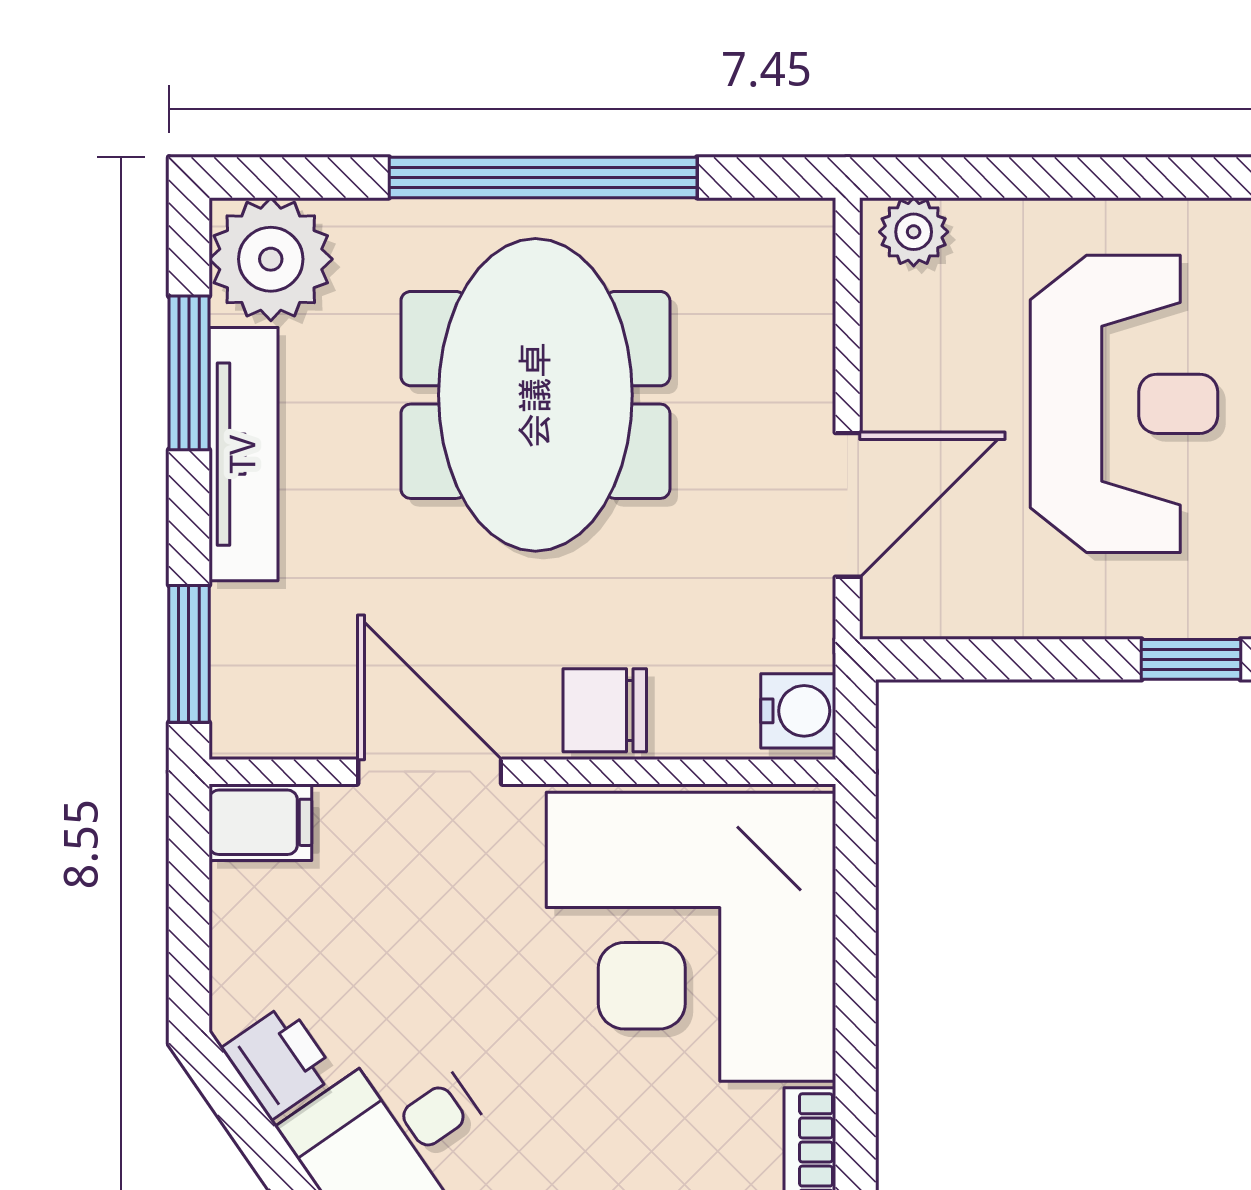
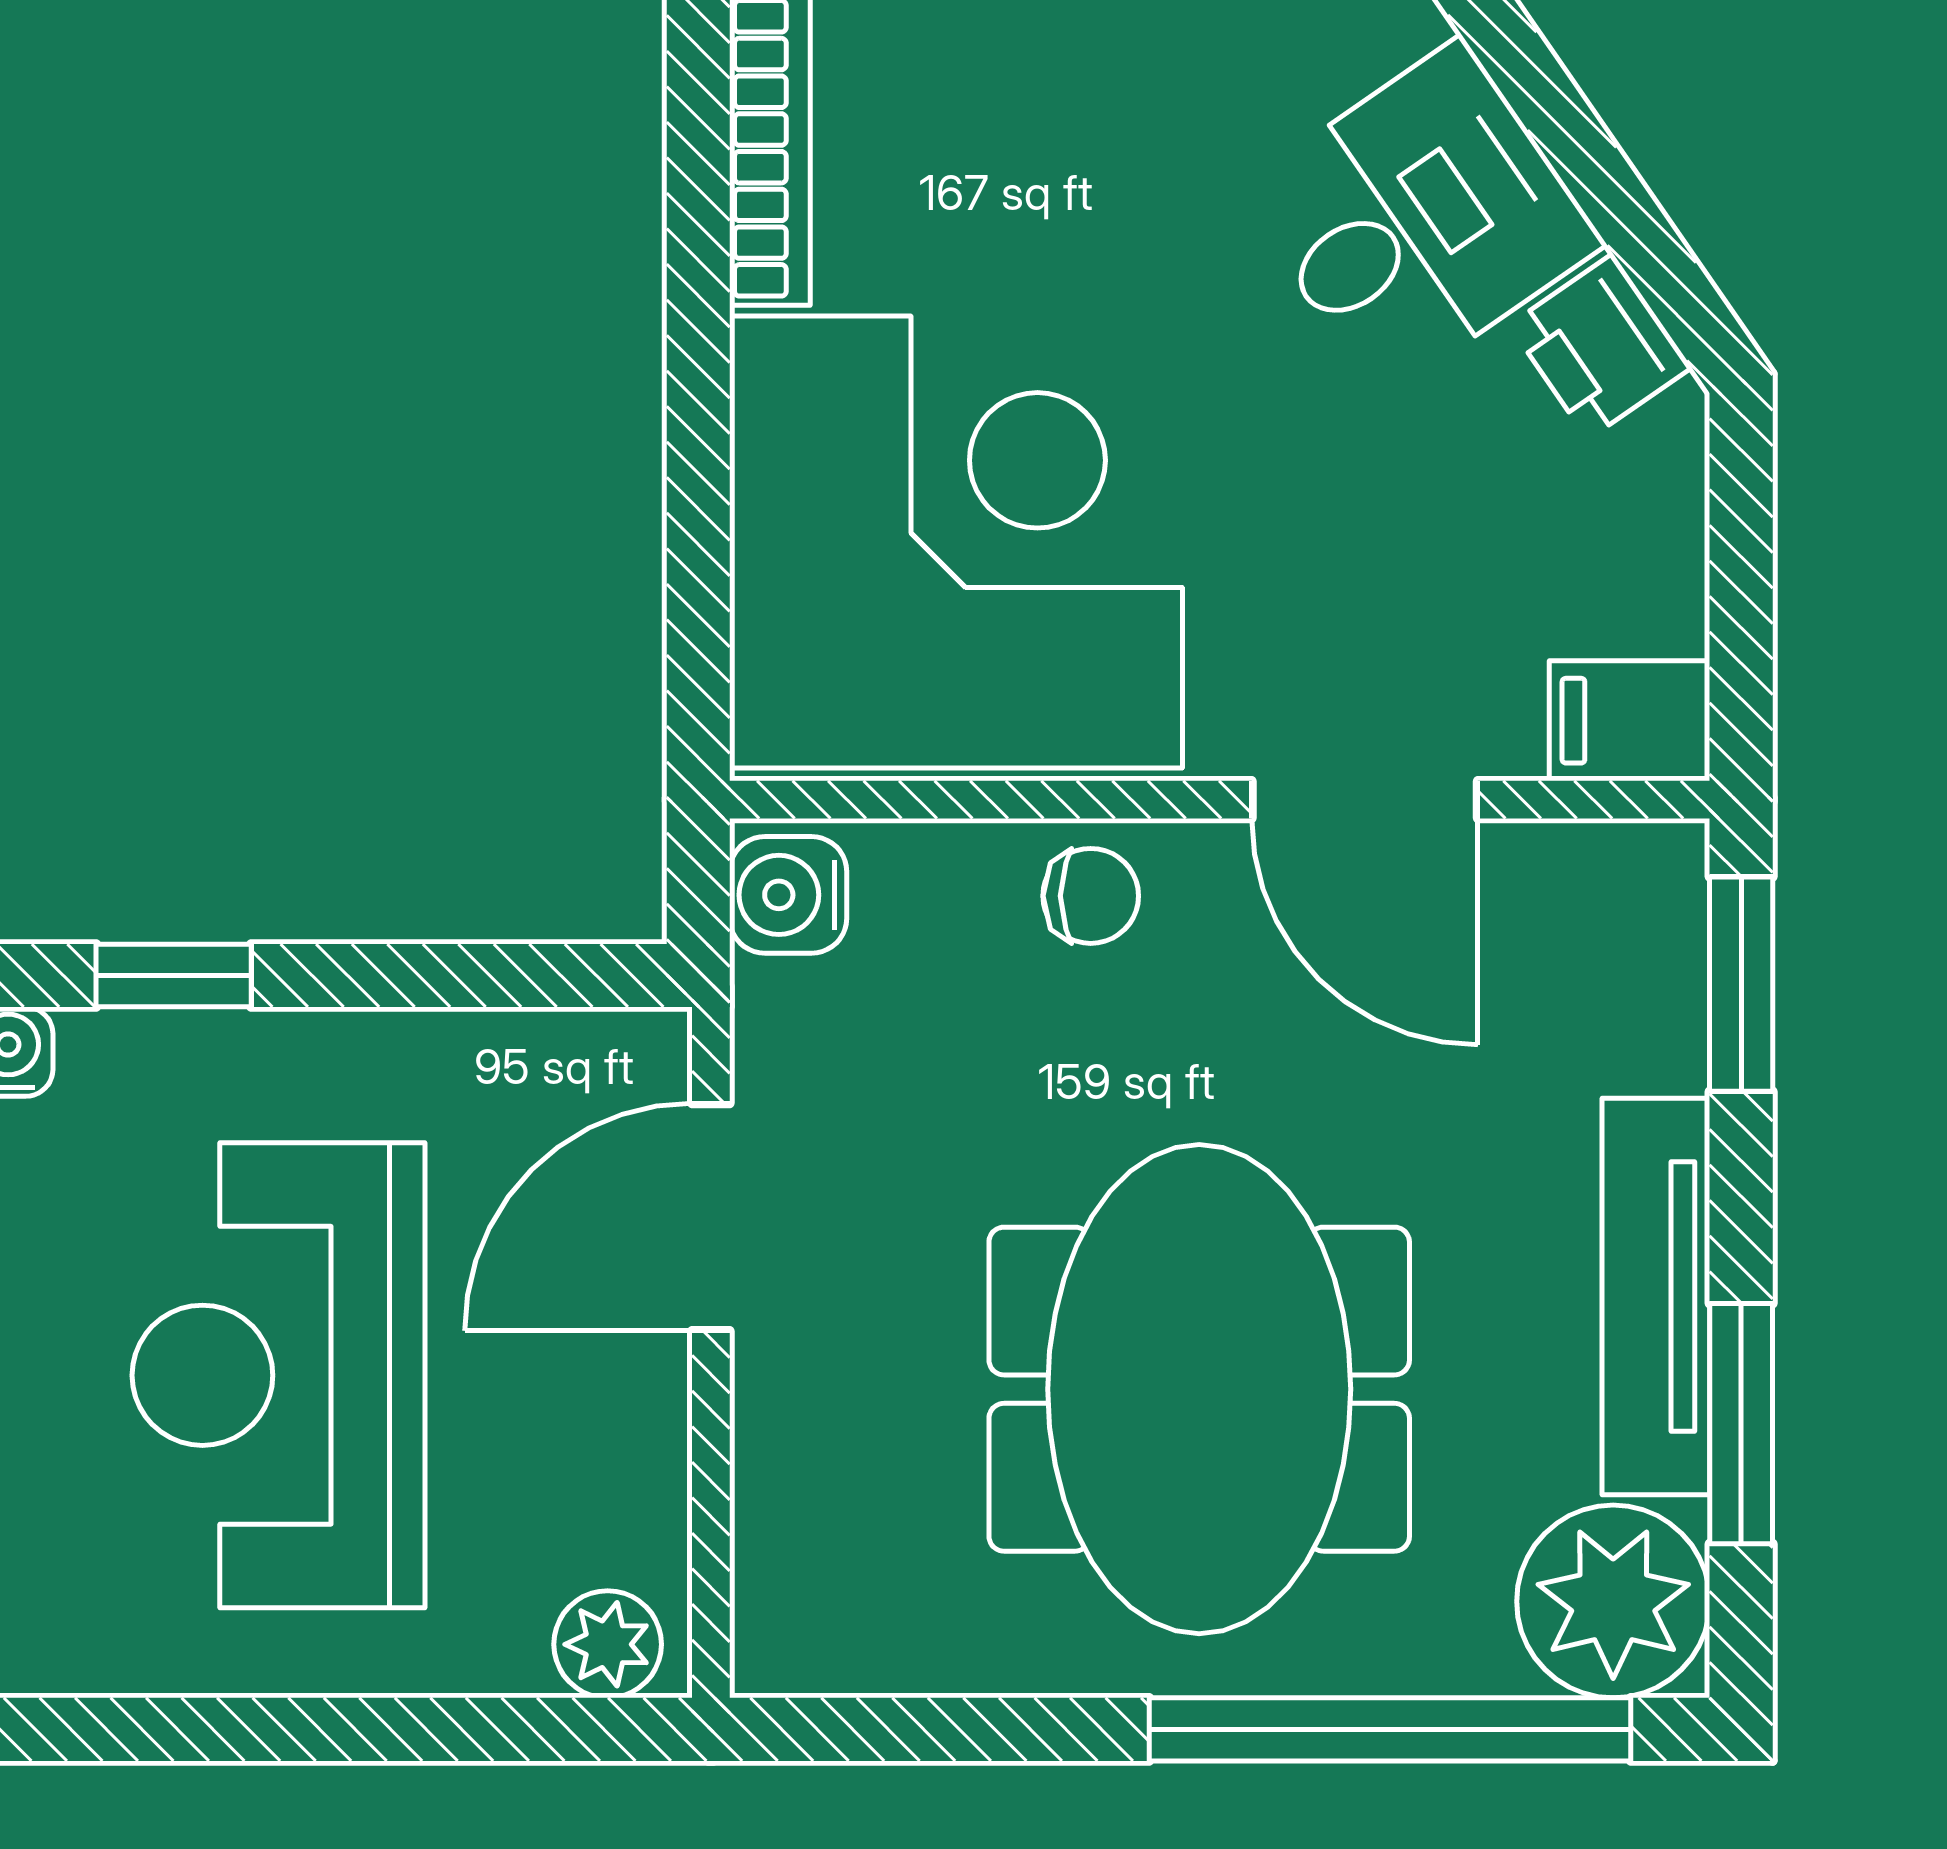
window: (543, 177) -> (1390, 1729), moved
chair: (605, 710) -> (1091, 896), width x0.73, depth x0.73

